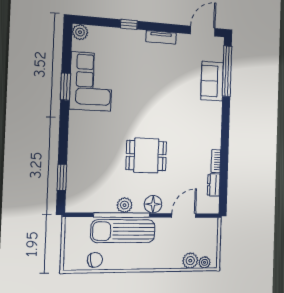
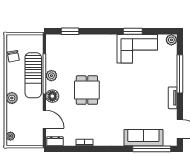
window: (129, 24) -> (180, 74), width x3.17
sofa: (212, 81) -> (143, 138), width x1.36
dresser: (214, 185) -> (55, 141), moved
sun lounger: (123, 231) -> (33, 75), turned 180
plant: (190, 261) -> (12, 98), moved

